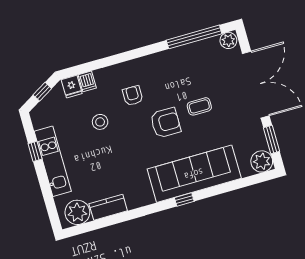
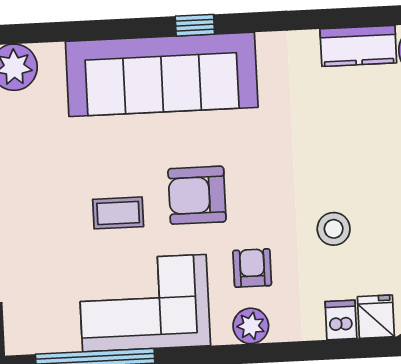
plant: (228, 40) -> (251, 326), moved
corner sofa: (178, 68) -> (144, 303), added
armchair: (133, 96) -> (252, 268), turned 180

